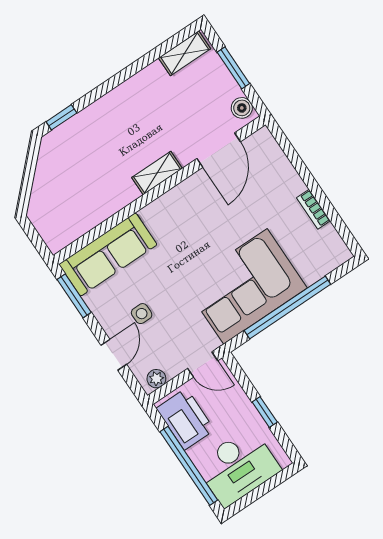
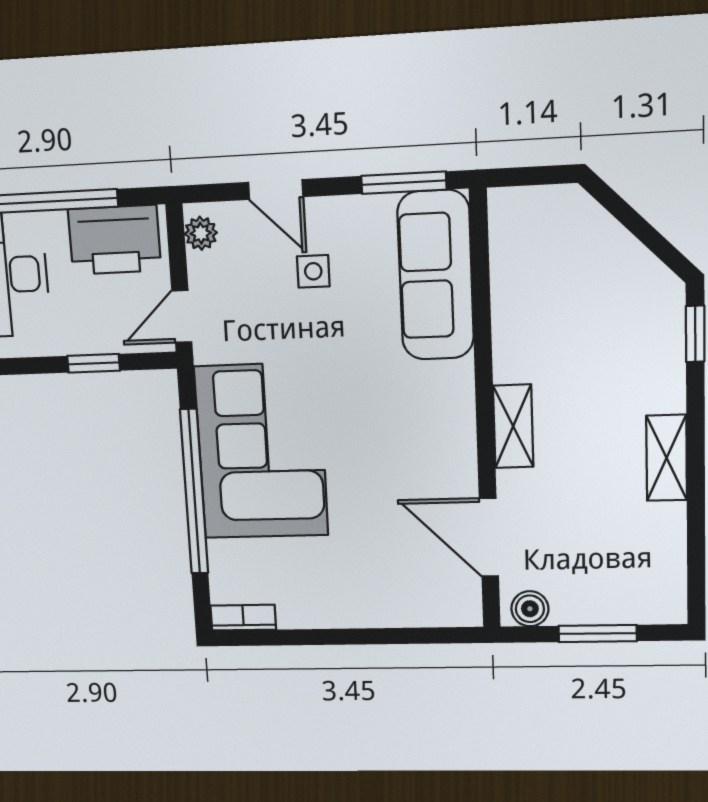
shelving: (185, 53) -> (667, 458), moved
bookcase: (313, 209) -> (243, 618), moved
window: (265, 412) -> (94, 363), moved

